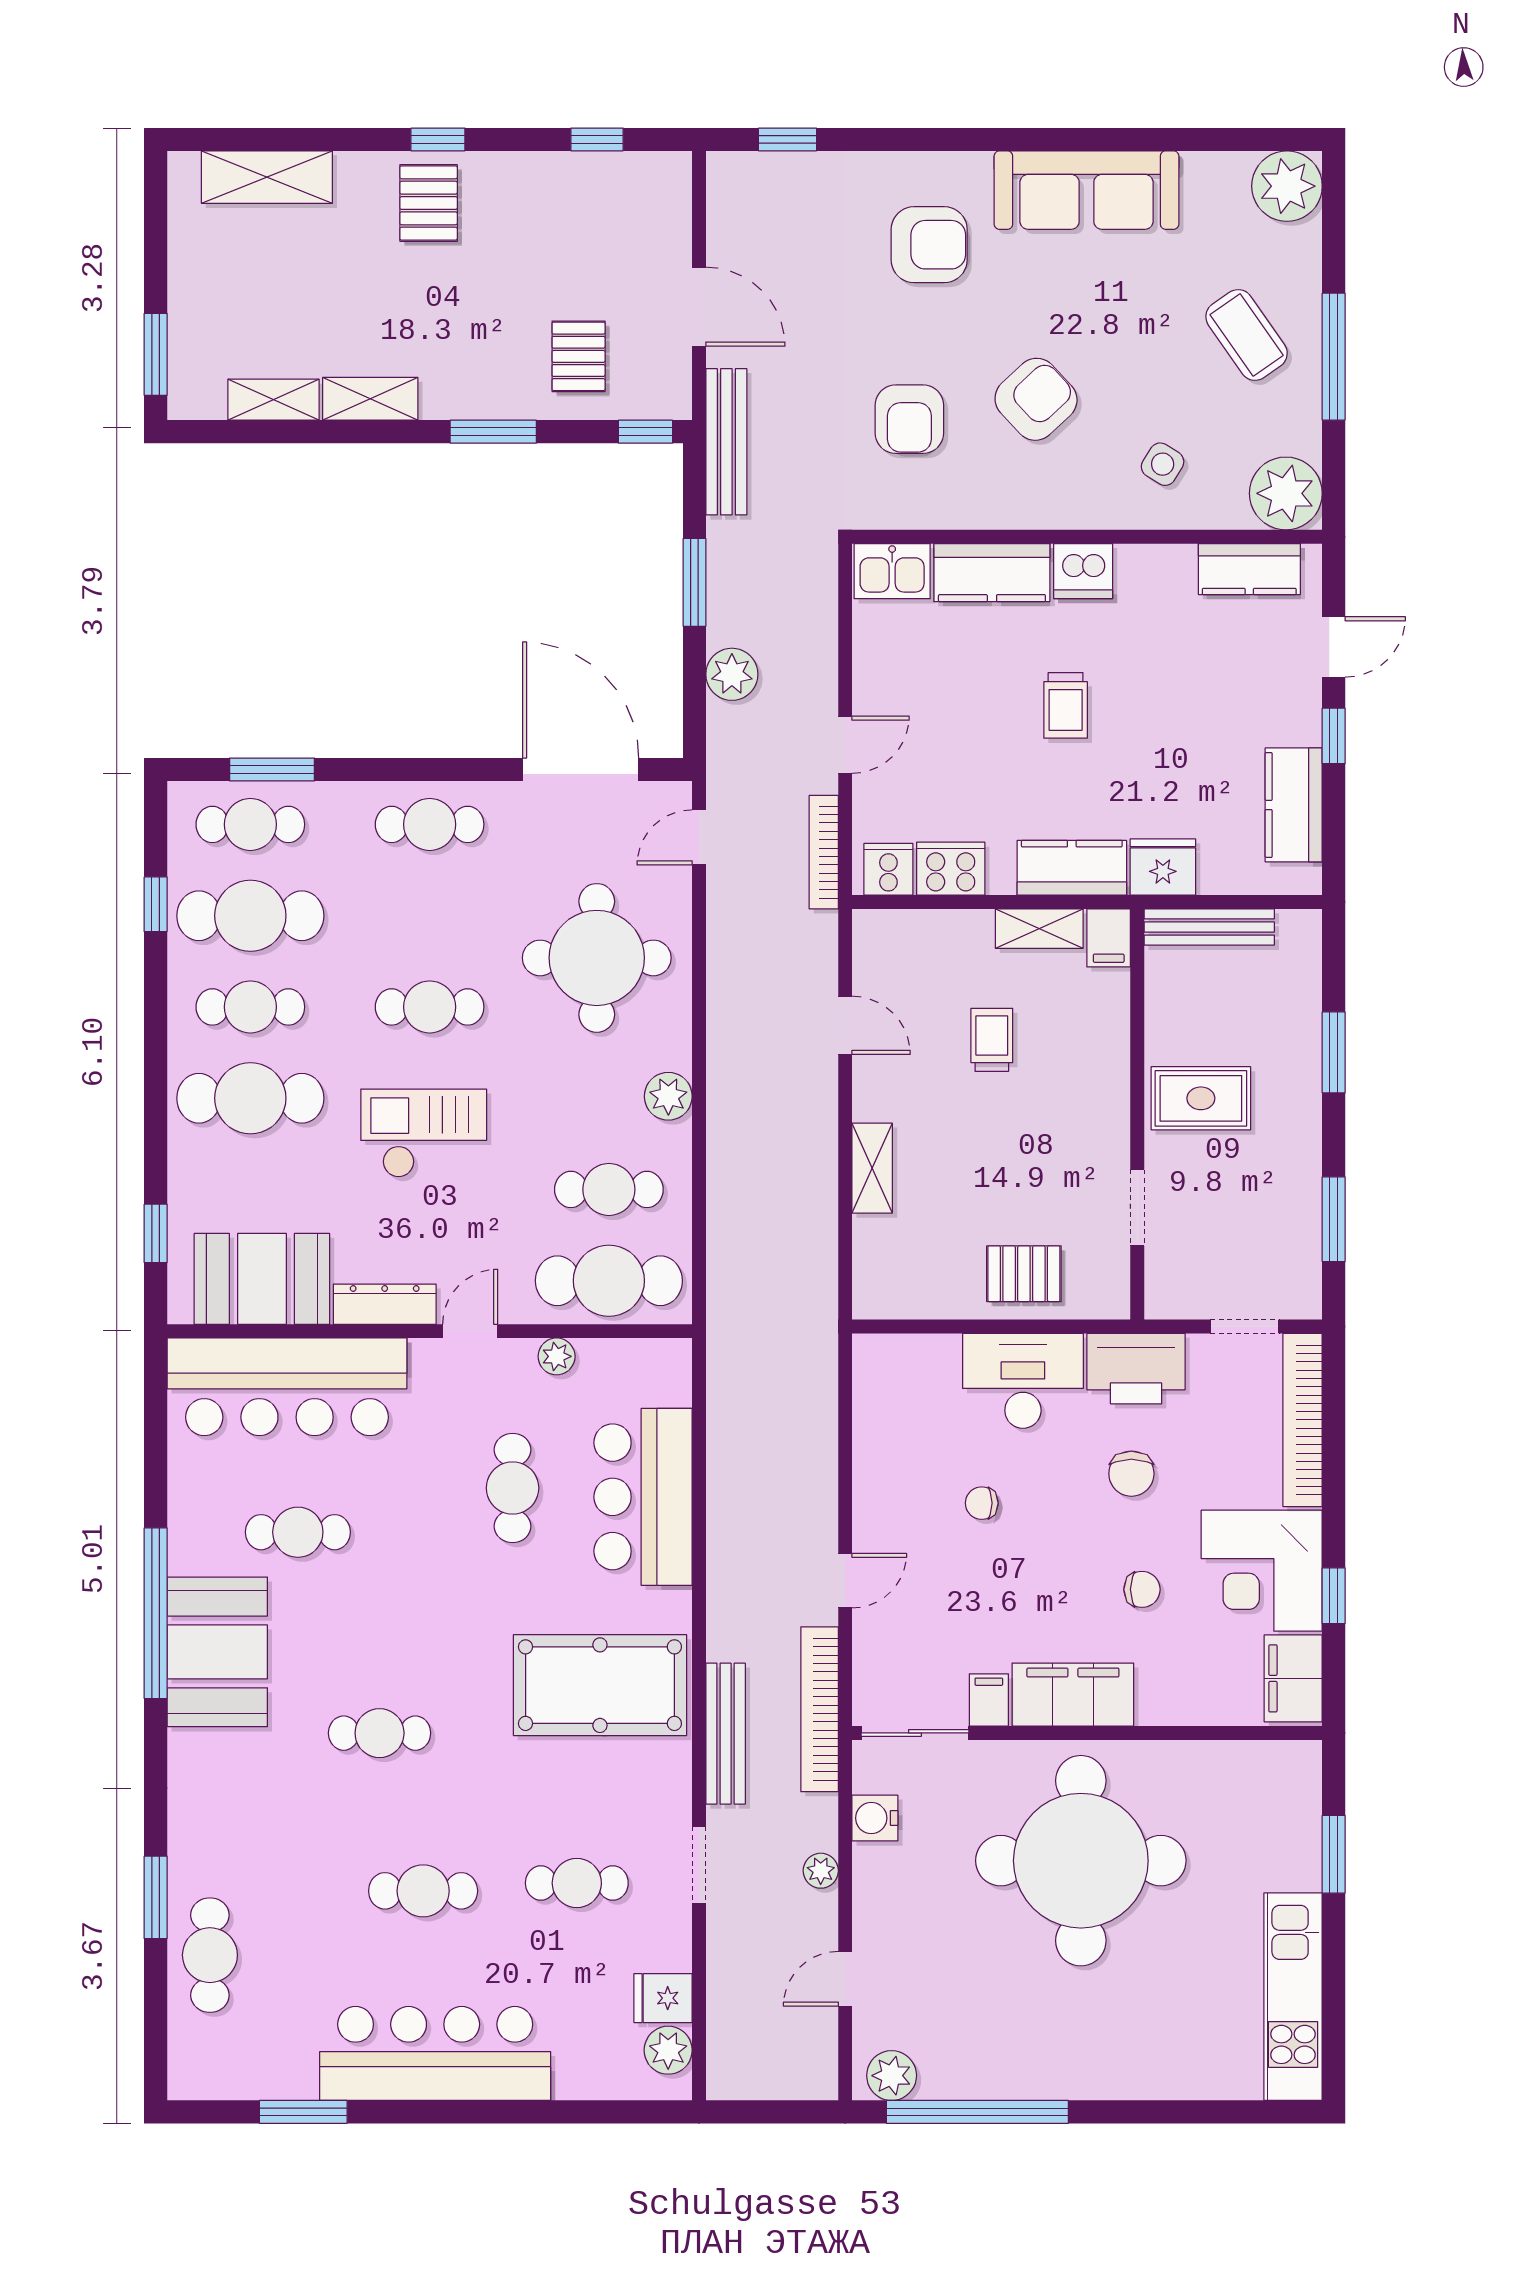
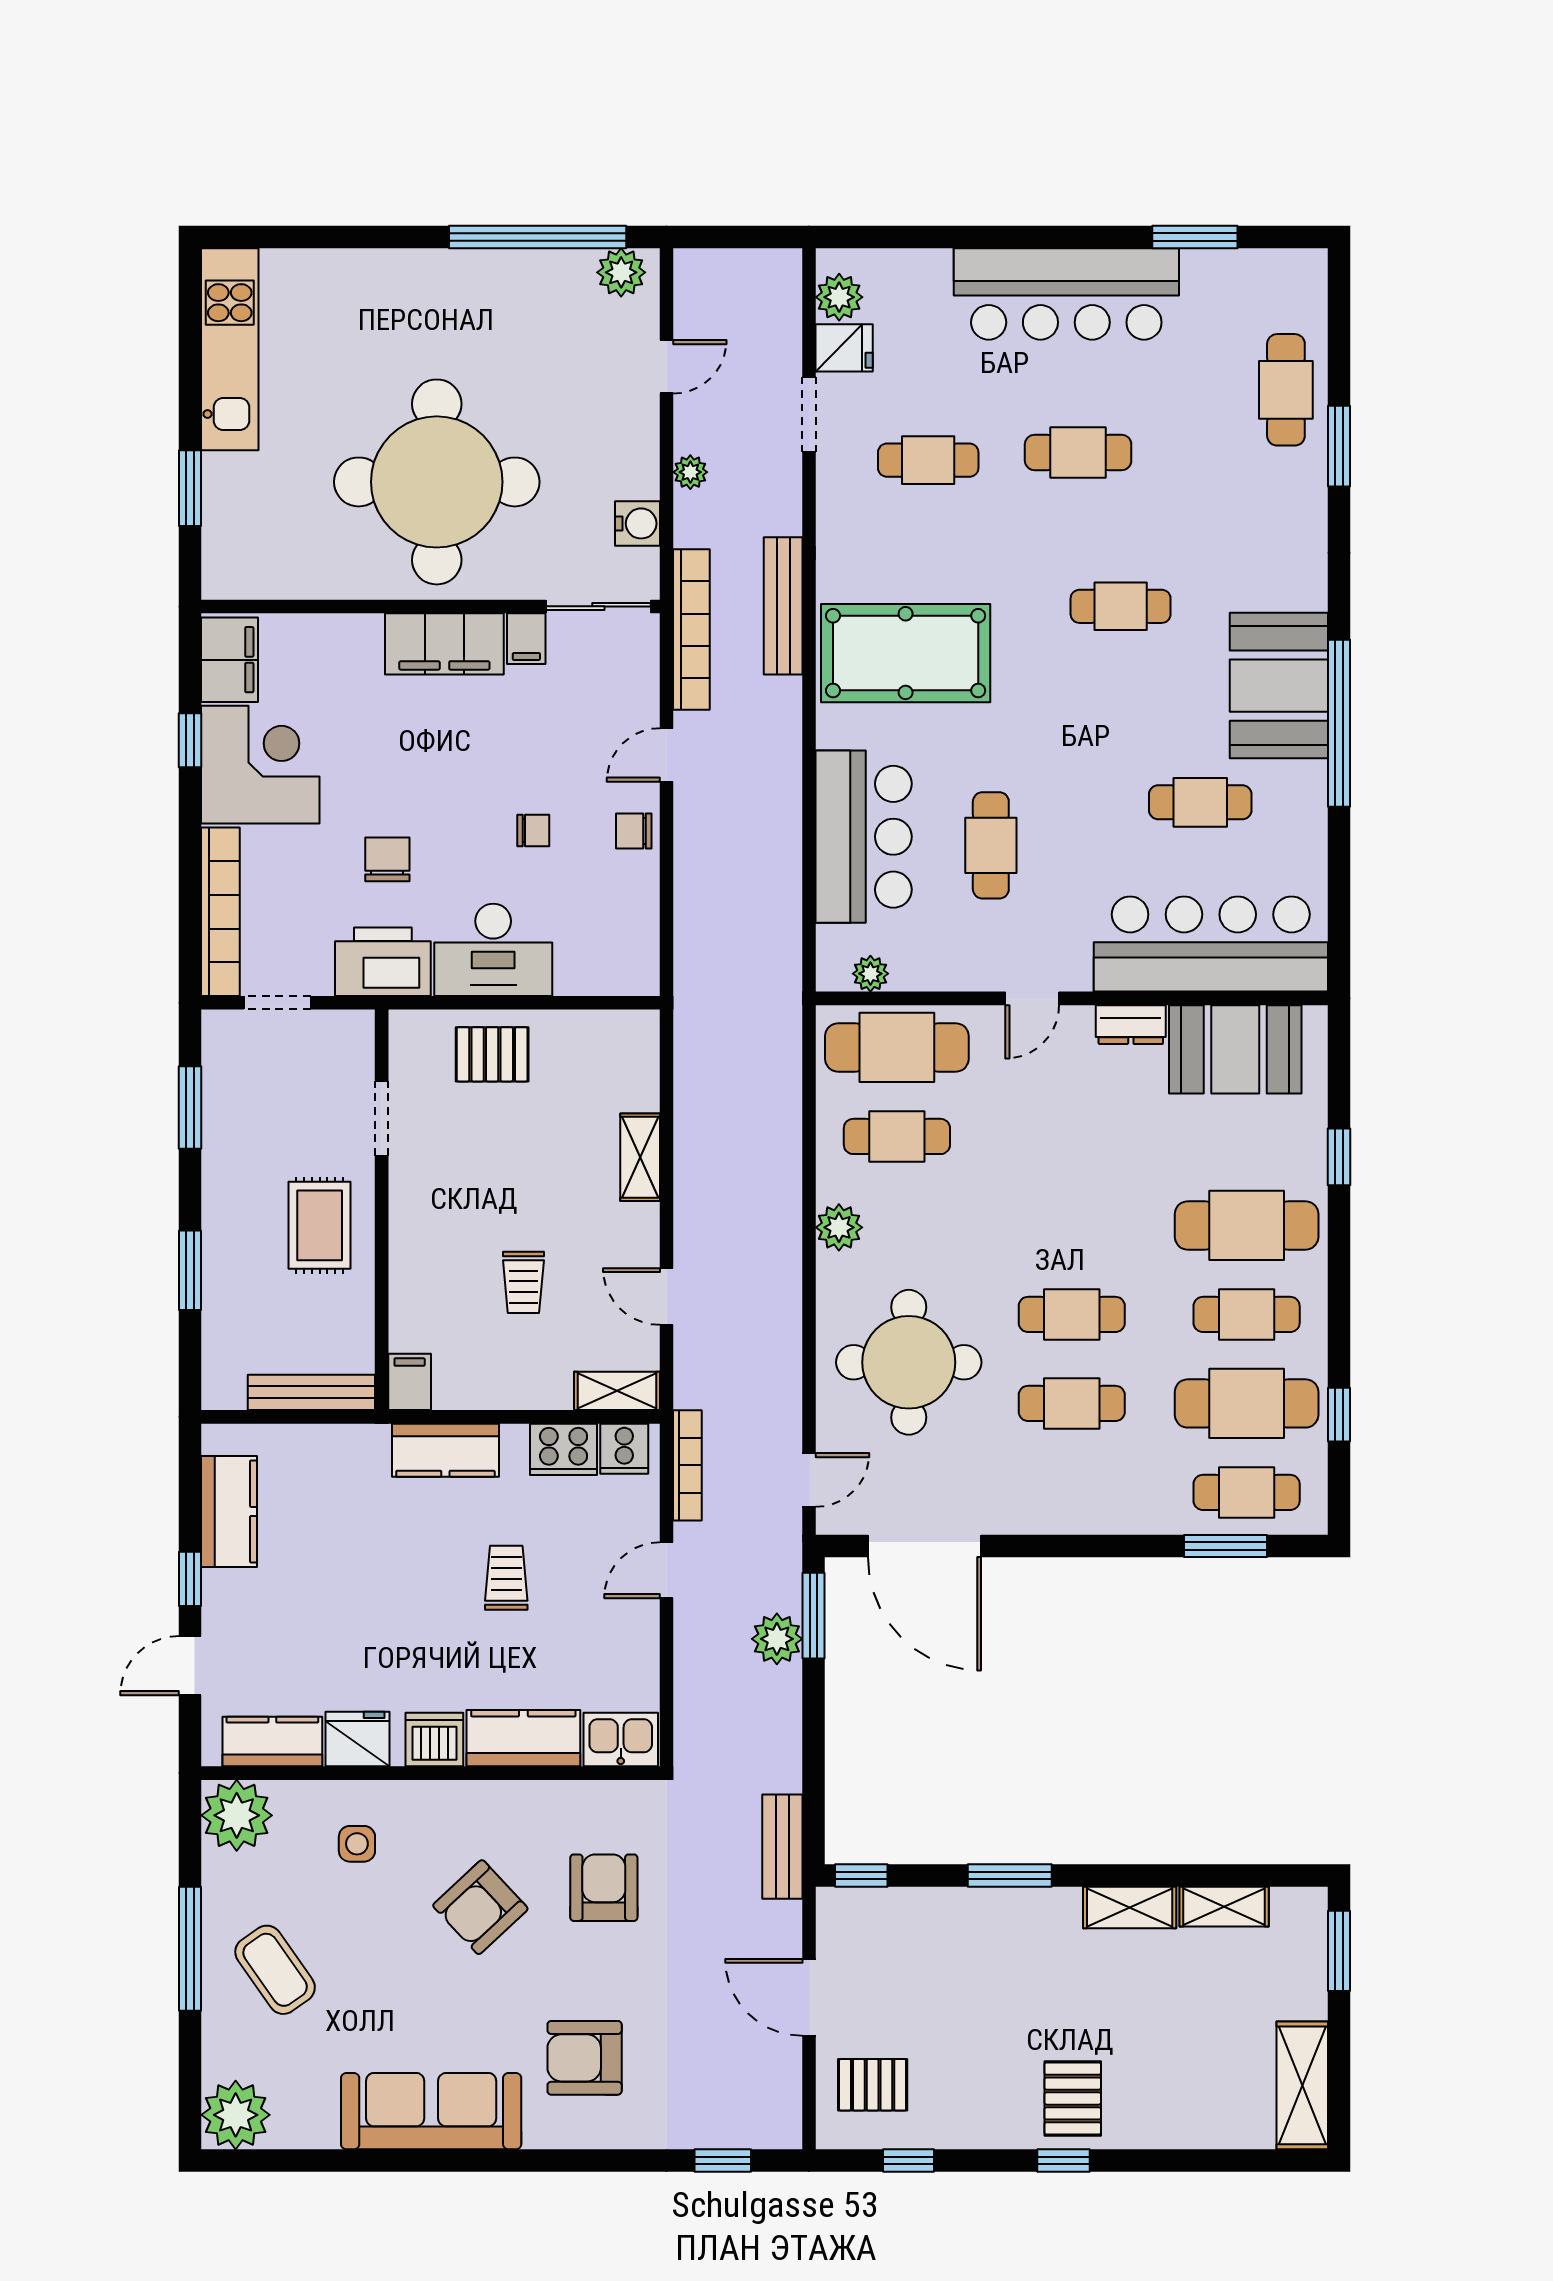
shelving: (267, 177) -> (1302, 2085), moved, turned 90
pallet: (579, 356) -> (873, 2085), moved, turned 90
bench: (726, 442) -> (782, 1847), width x0.73
side table: (1163, 464) -> (357, 1844), turned -32
window: (694, 582) -> (813, 1616), moved
trolley: (1066, 705) -> (506, 1578), moved
cafe table: (430, 824) -> (1072, 1403), moved
fridge: (1163, 867) -> (358, 1739), moved, turned 180
shelving: (1039, 929) -> (617, 1391), moved
rug: (1201, 1098) -> (320, 1225), turned 90
checkout: (424, 1133) -> (1078, 1191), removed
window: (156, 1233) -> (1339, 1157), moved
dresser: (385, 1304) -> (1131, 1025), width x0.70
plant: (557, 1356) -> (870, 974), moved
chair: (1142, 1589) -> (634, 831), moved
doorway: (699, 1865) -> (809, 415), moved

